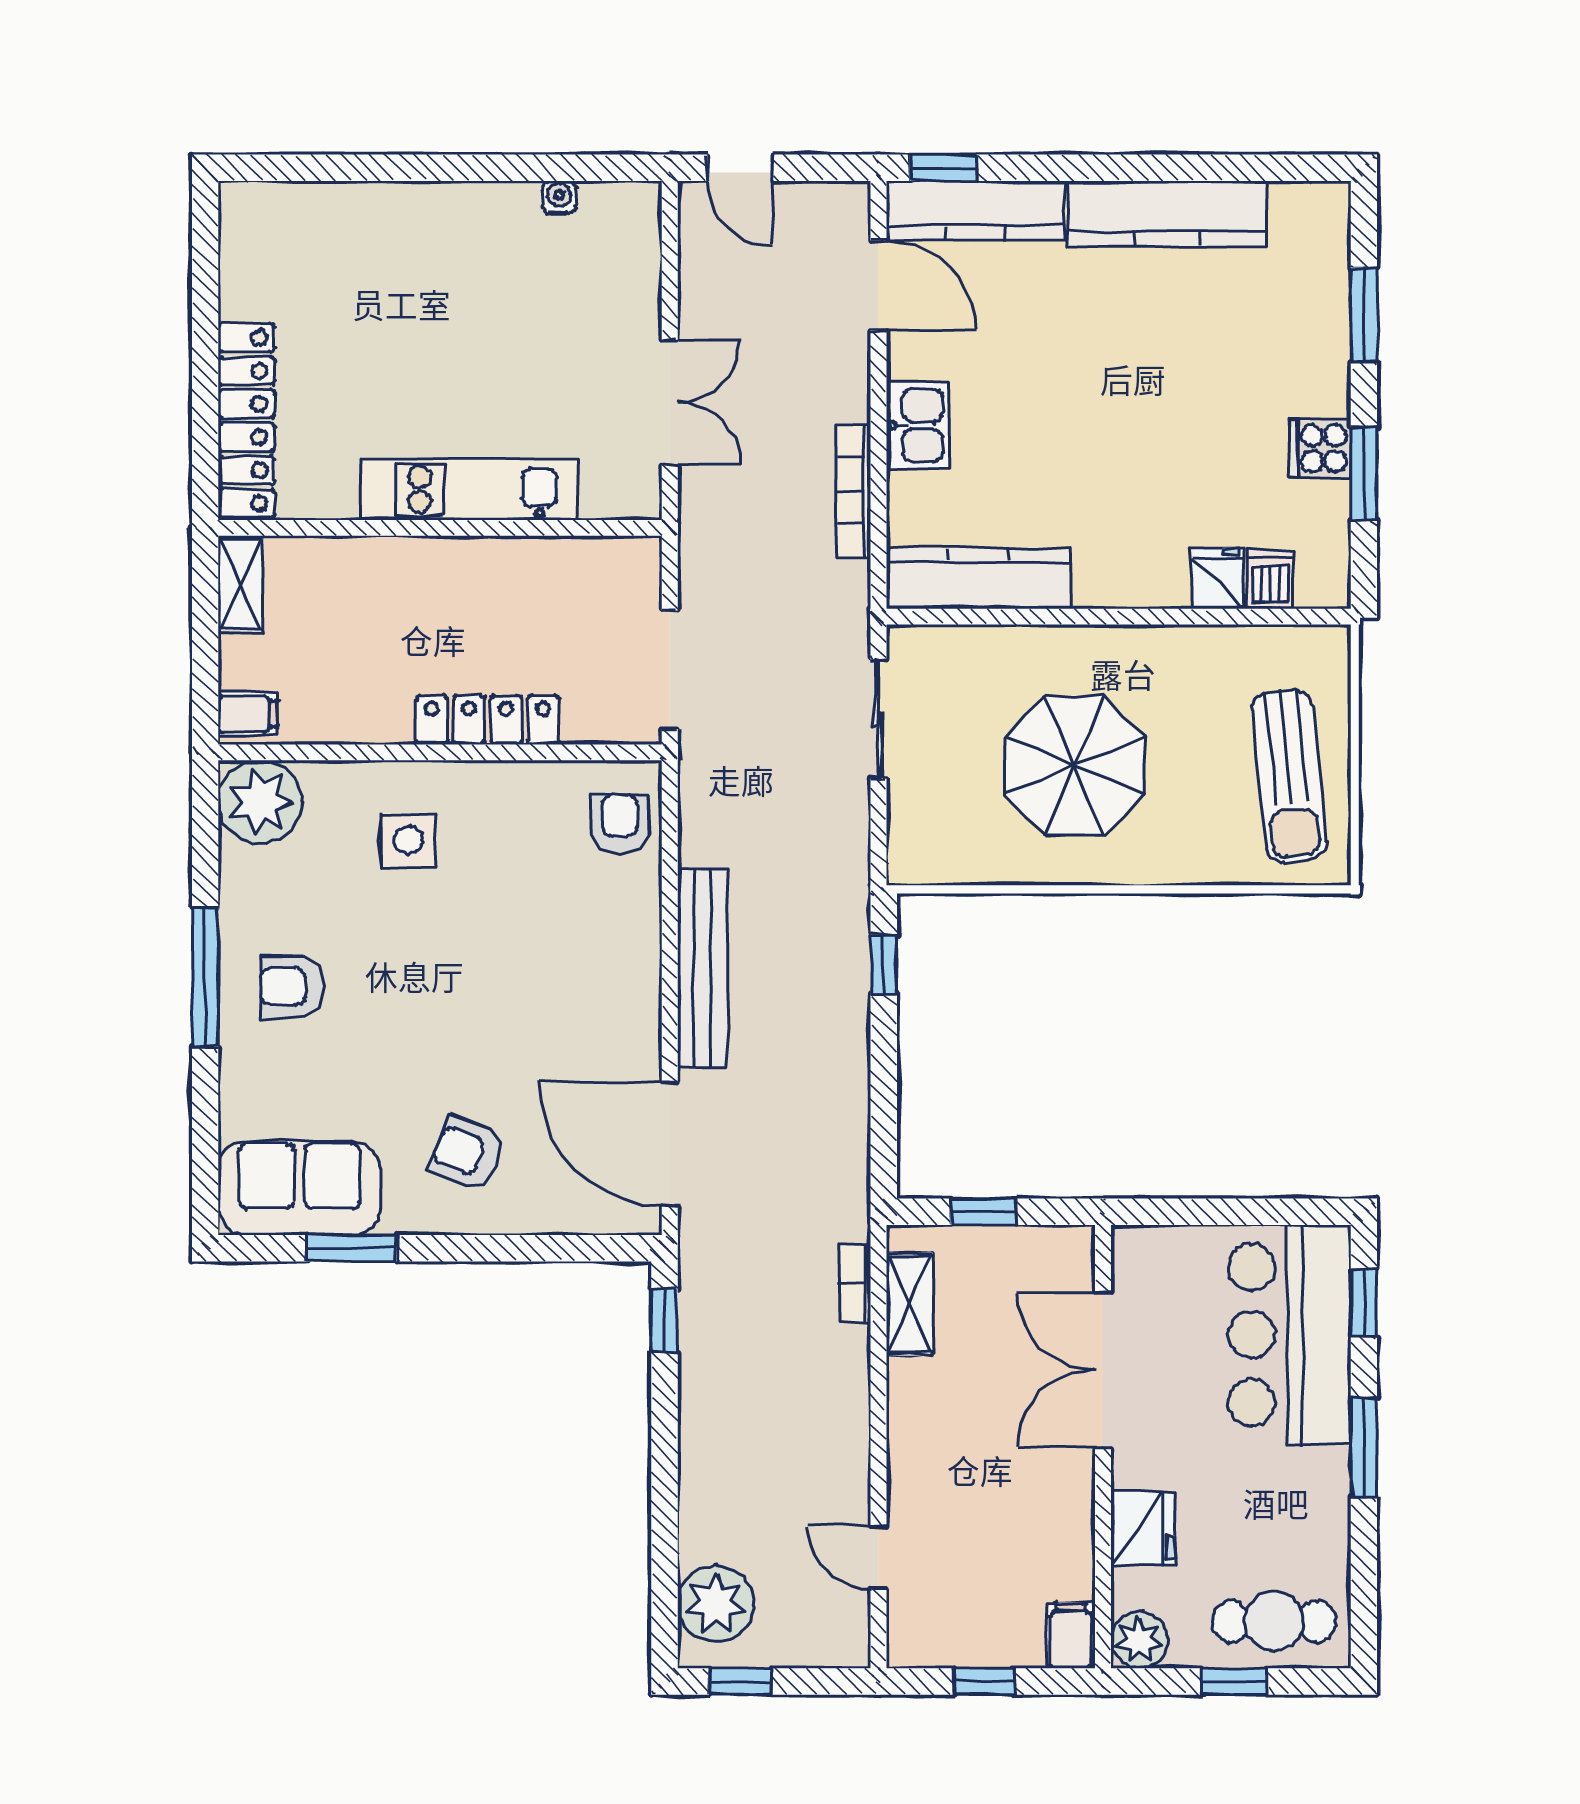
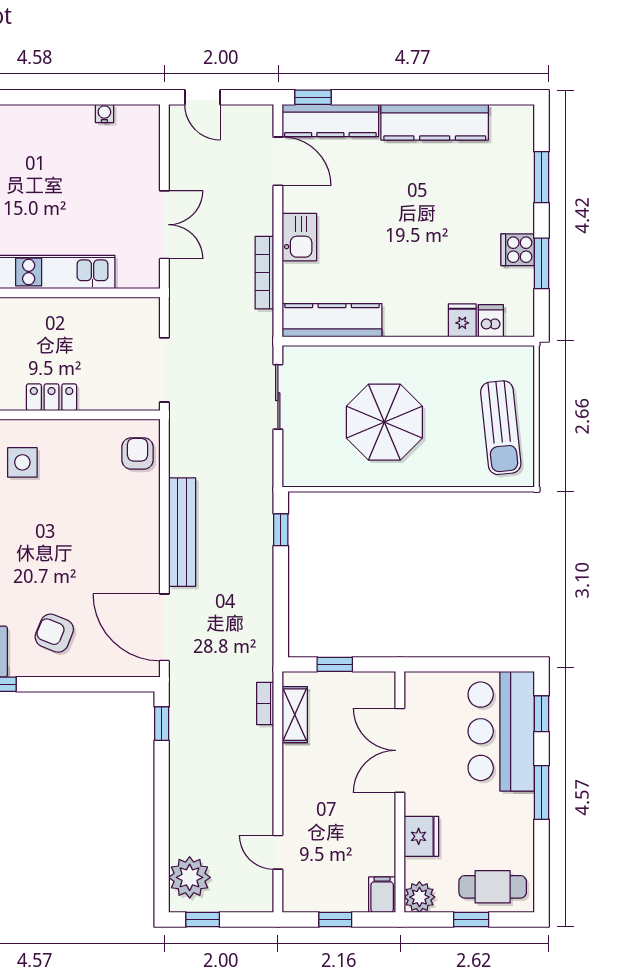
locker: (488, 720) -> (52, 397), width x0.66

